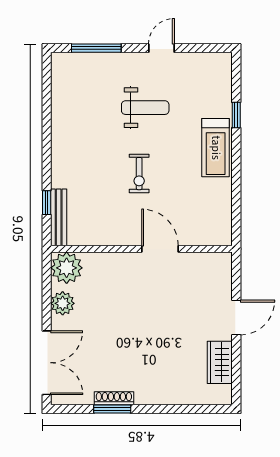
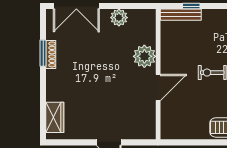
plant: (67, 268) -> (144, 56), moved
wardrobe: (220, 362) -> (55, 117), moved, turned 90

